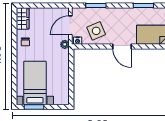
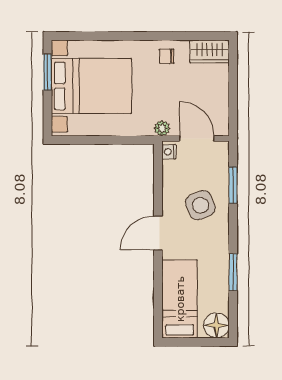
side table: (96, 31) -> (200, 205), moved
bed with nightstands: (35, 83) -> (91, 86), width x1.36

